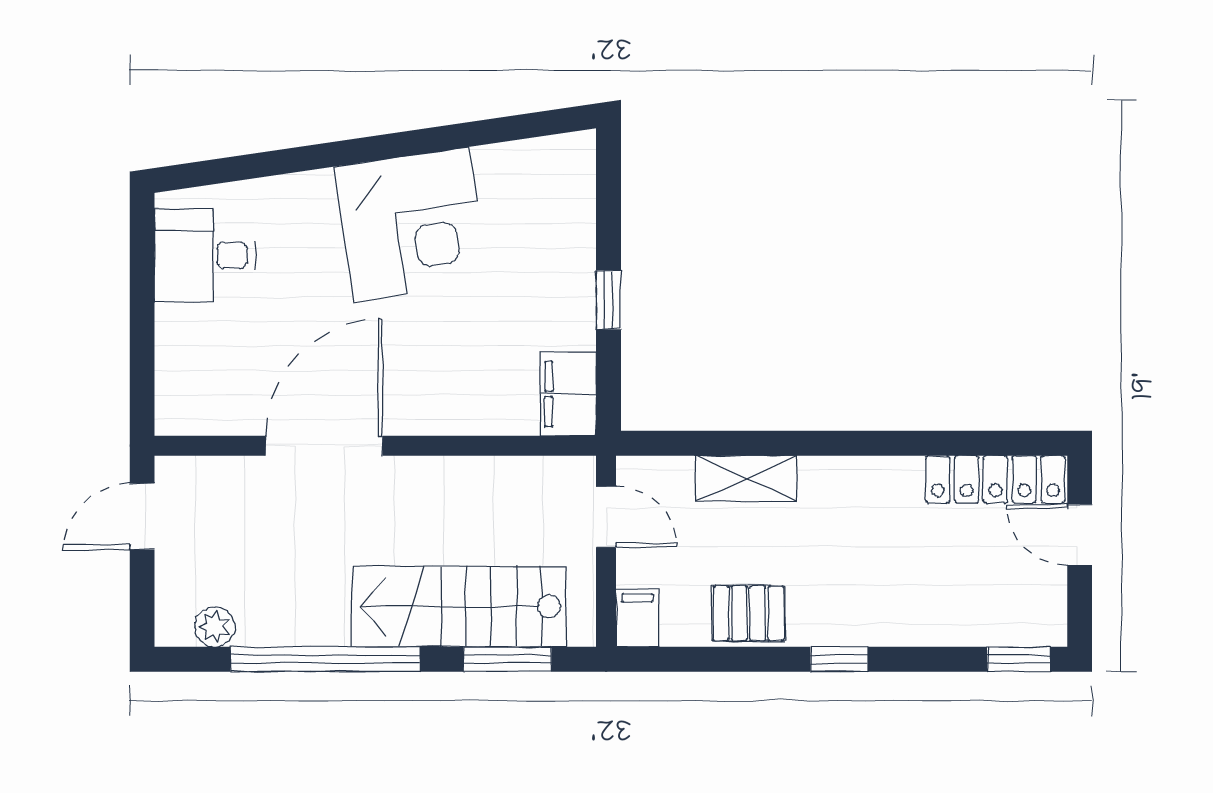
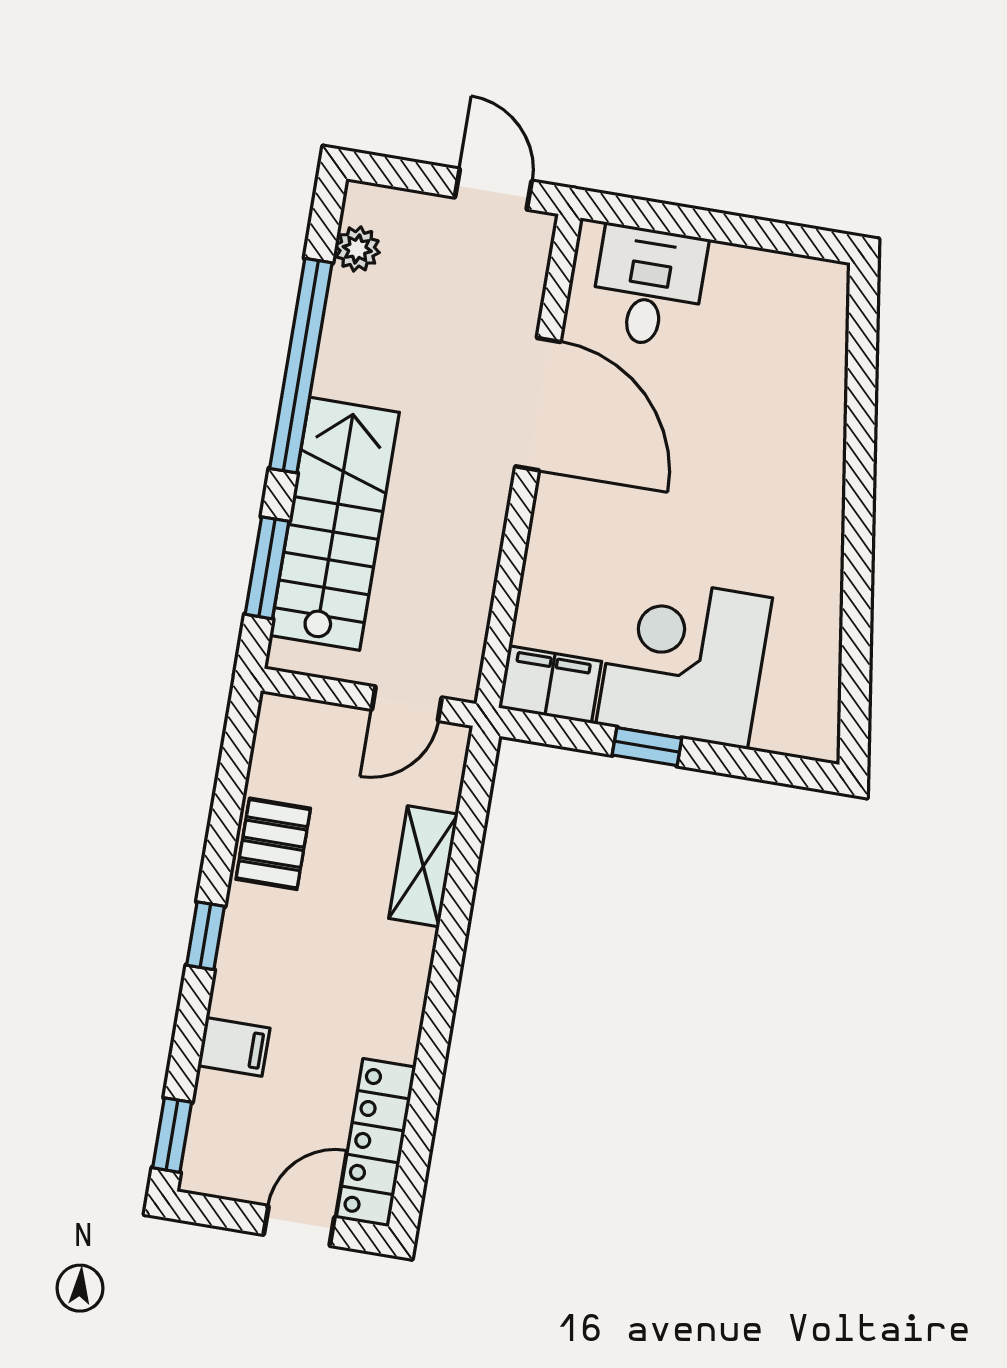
corner desk: (411, 224) -> (684, 661), moved, turned 98
desk: (205, 255) -> (648, 286), moved
filing cabinet: (638, 618) -> (234, 1047), moved

